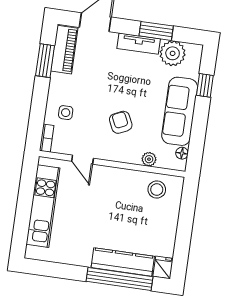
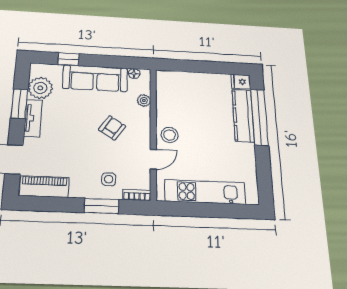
window: (45, 61) -> (102, 206), moved
armchair: (121, 122) -> (112, 128), turned 148
stool: (157, 190) -> (170, 135), moved

